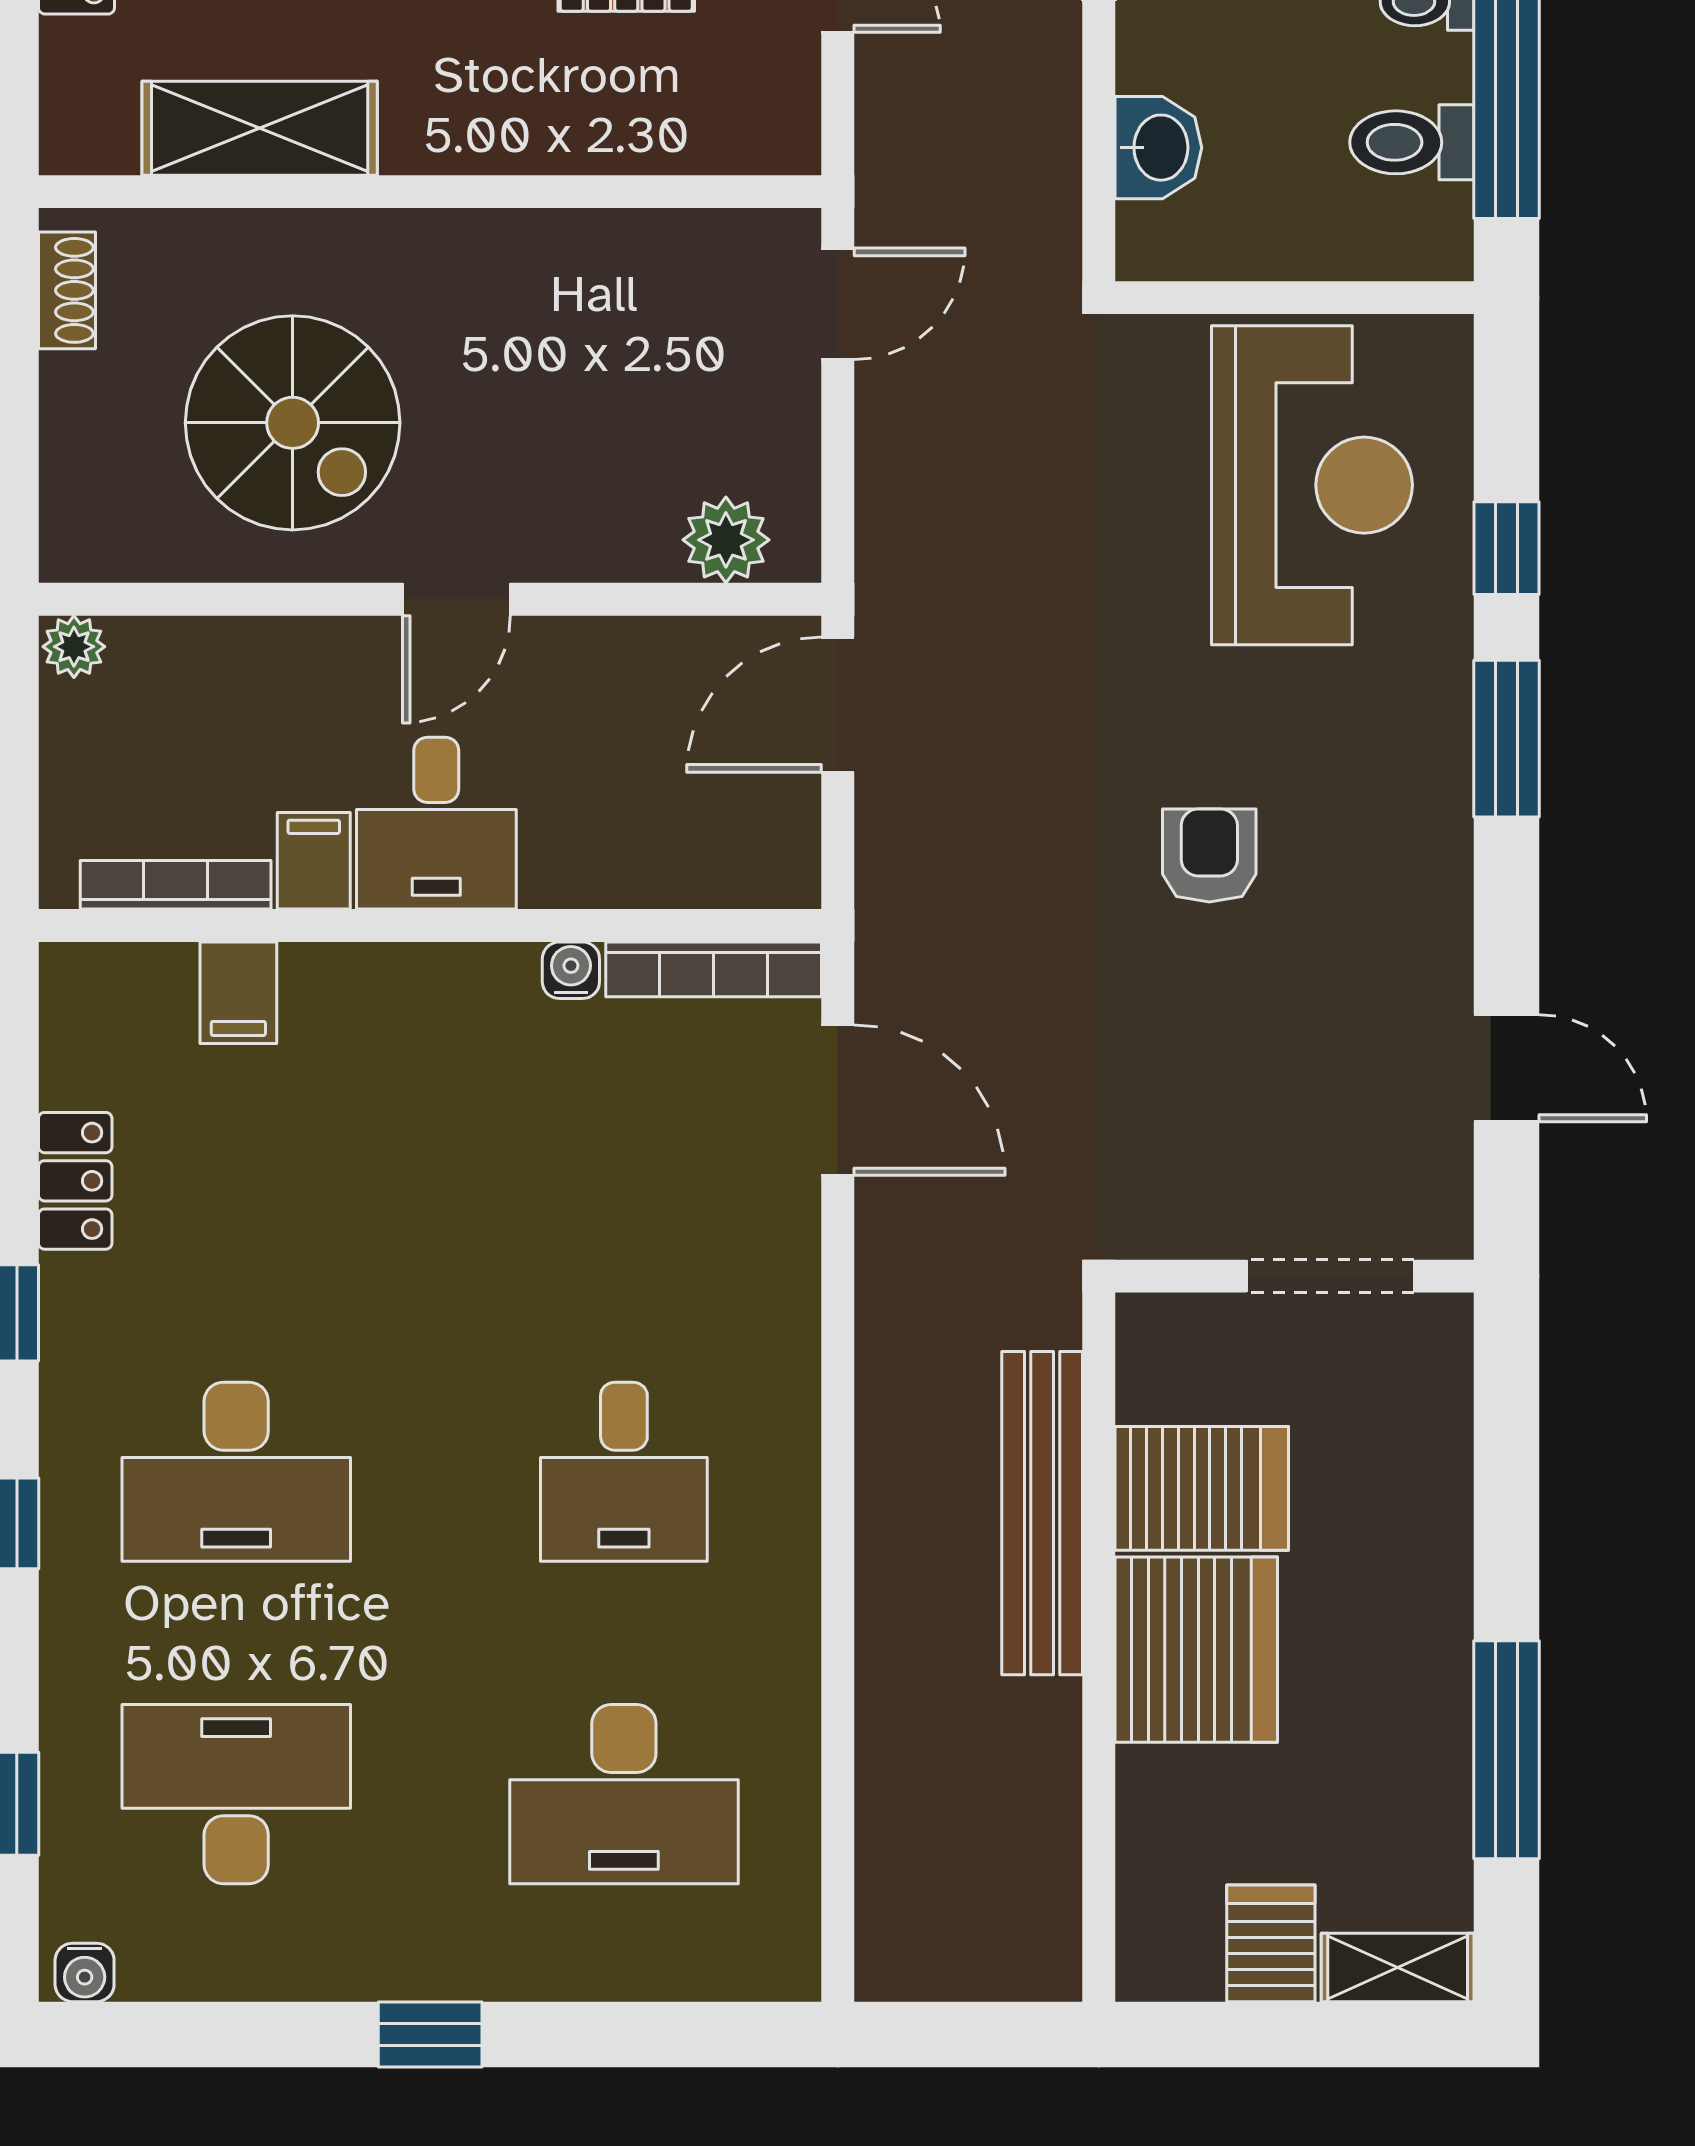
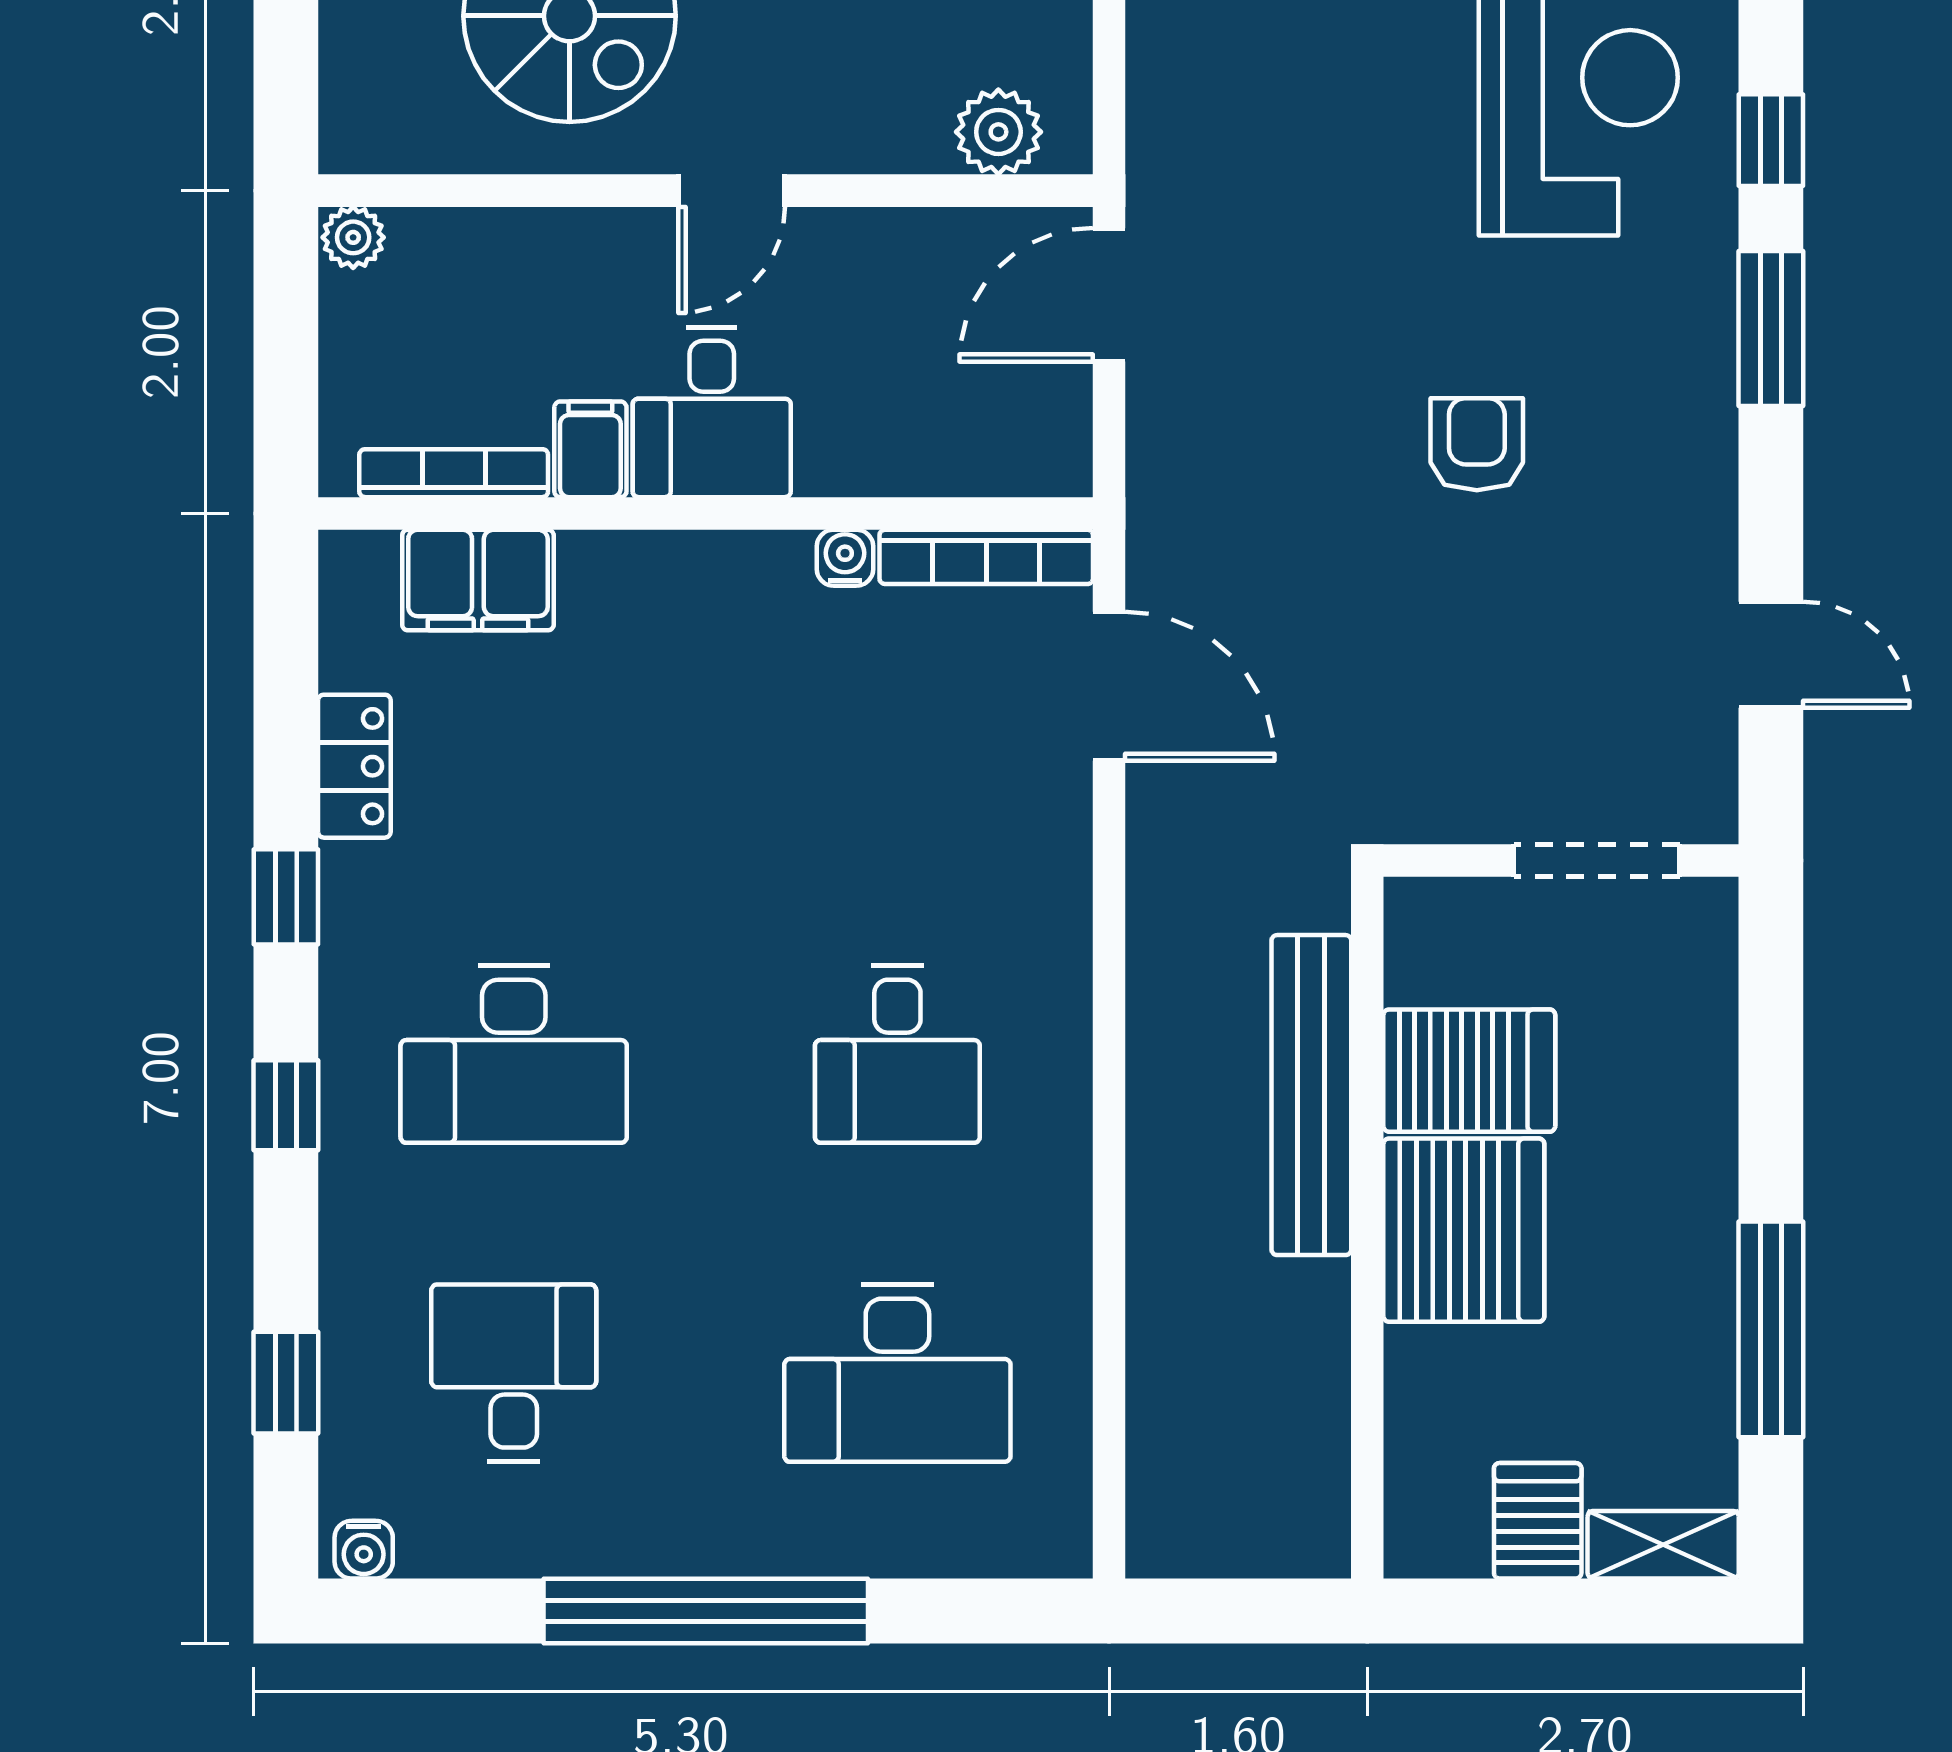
filing cabinet: (238, 993) -> (478, 580), width x2.00
desk: (236, 1794) -> (514, 1373), width x0.73
window: (430, 2034) -> (706, 1611), width x3.17

